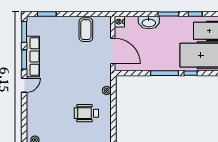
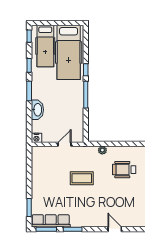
coffee table: (86, 30) -> (82, 178), moved
door: (113, 51) -> (65, 144), width x0.53
row of seats: (33, 57) -> (51, 221), moved
door: (24, 85) -> (115, 229), moved
wheelchair: (86, 113) -> (124, 170), turned 90

